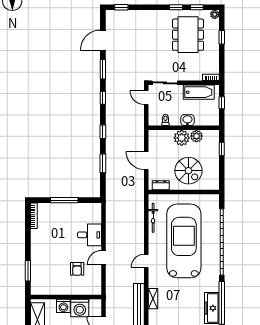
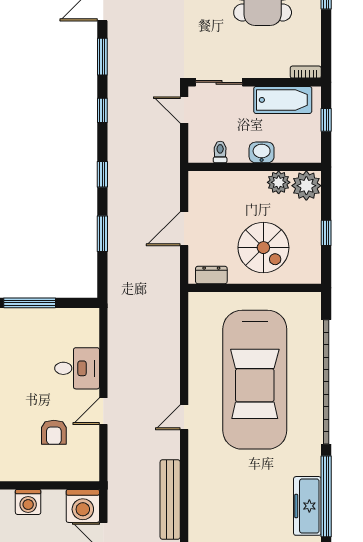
plant: (182, 138) -> (306, 186), moved
window: (222, 149) -> (326, 233), moved
door: (146, 161) -> (184, 229), hinge flipped
bicycle: (153, 218) -> (197, 336), removed
car: (184, 241) -> (255, 380), turned 180
shelving: (153, 299) -> (197, 488), removed
washing machine: (80, 308) -> (83, 506), moved

